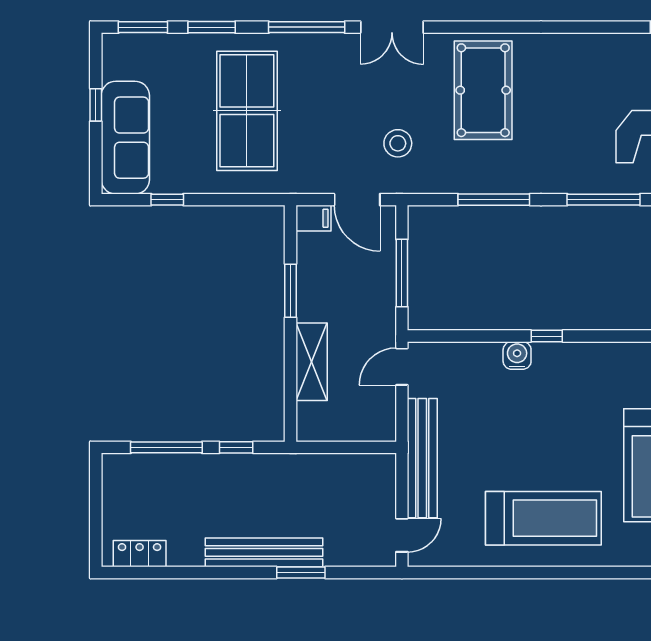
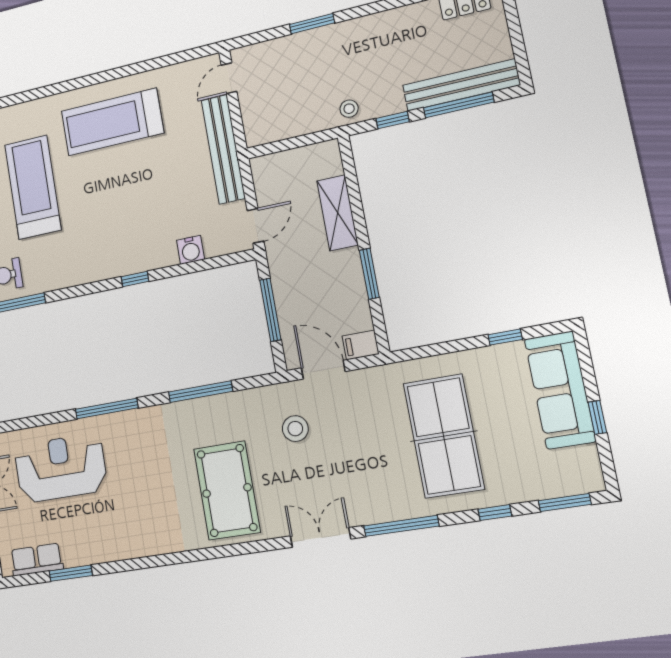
window: (212, 27) -> (495, 513), width x0.67
water cooler: (517, 355) -> (191, 250), moved
stool: (279, 470) -> (349, 109), added
bench: (264, 552) -> (461, 85), moved

